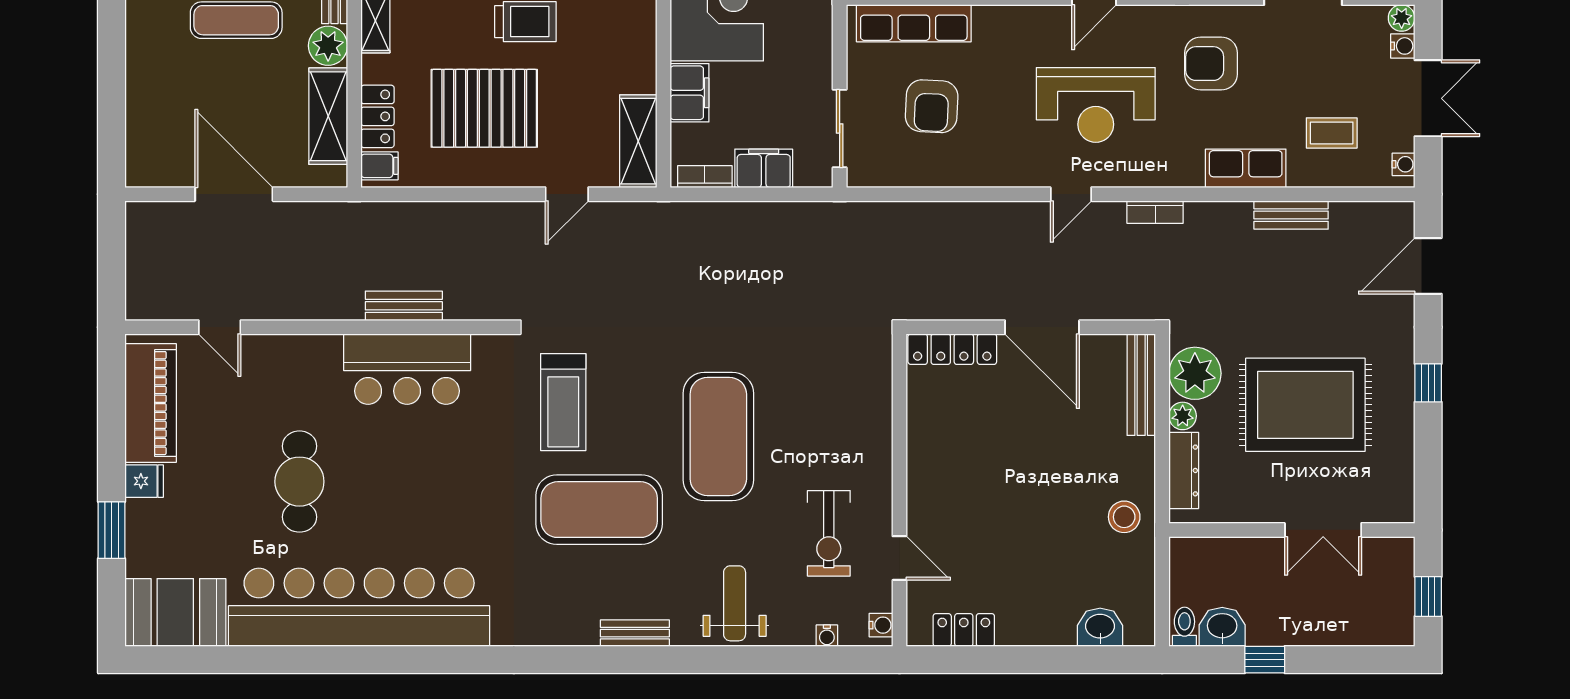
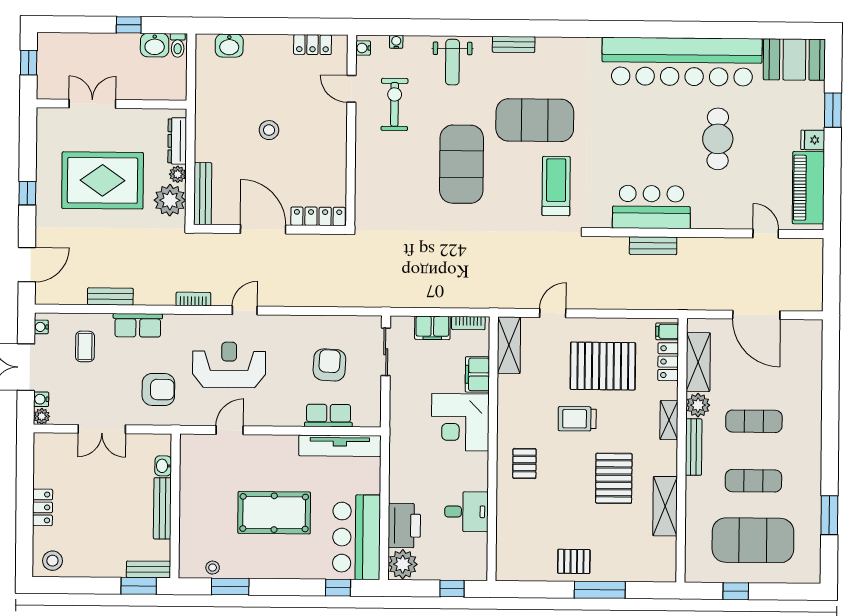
row of seats: (914, 23) -> (328, 416), width x0.68
coffee table: (1332, 133) -> (85, 346), turned 90
stool: (1124, 517) -> (269, 130), moved

